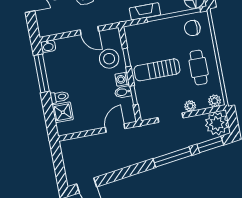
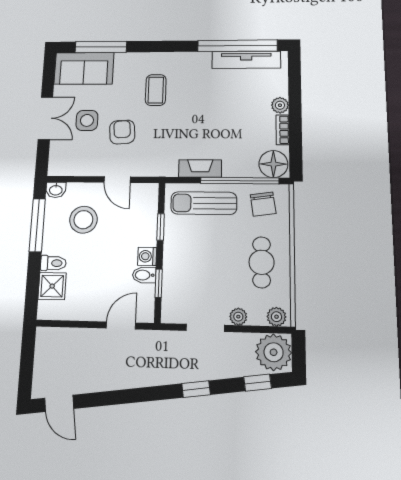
chair: (192, 28) -> (263, 204), turned -98
stool: (109, 59) -> (83, 220), moved
sun lounger: (157, 70) -> (204, 203), moved
window: (210, 145) -> (258, 383), width x0.67
window: (172, 157) -> (196, 389), width x0.46

